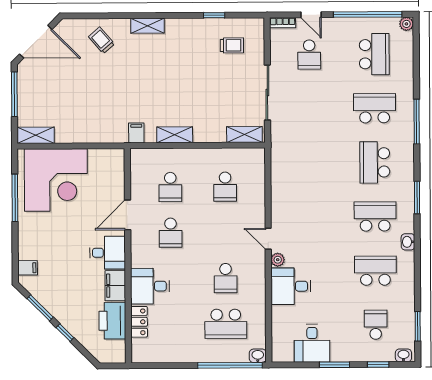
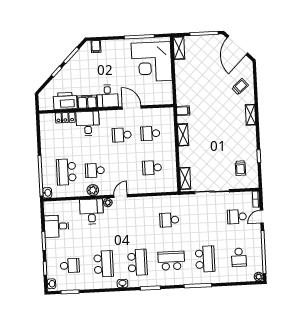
school desk: (374, 54) -> (239, 257), width x0.54
school desk: (310, 163) -> (169, 220), added
plant: (257, 283) -> (93, 190), added

